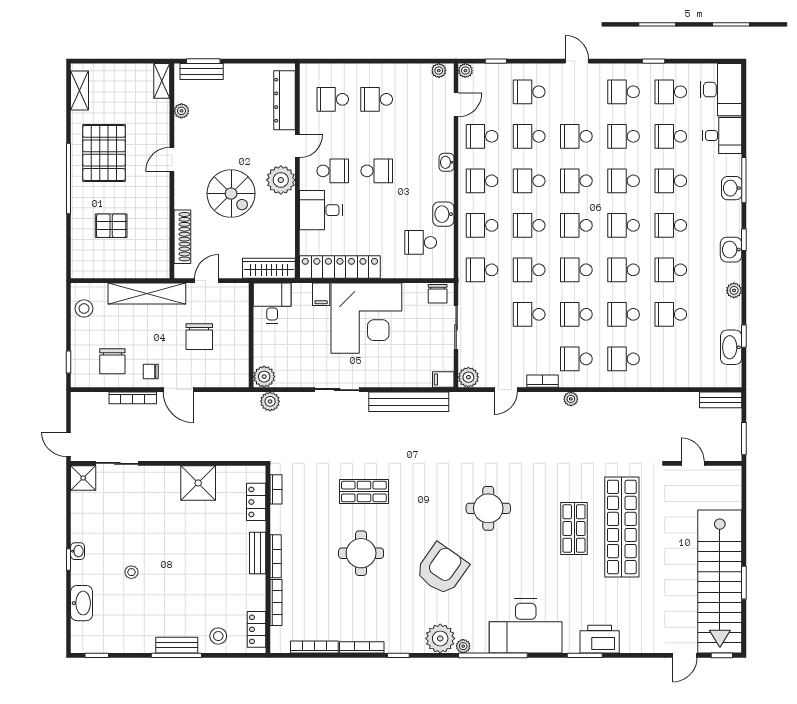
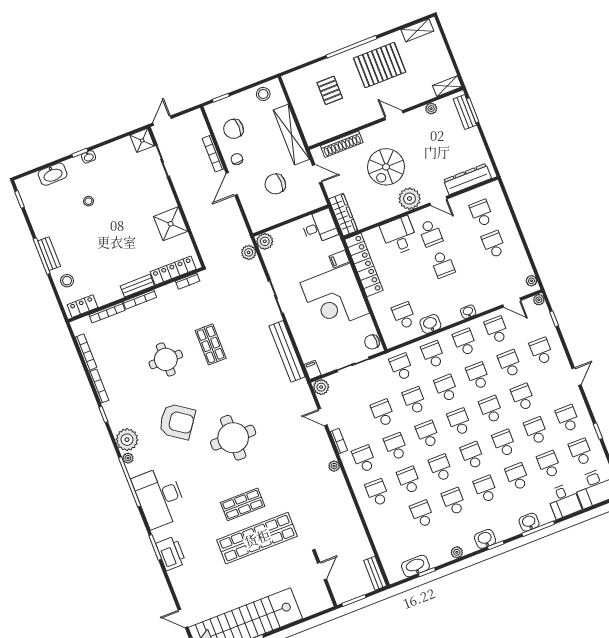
locker: (256, 502) -> (173, 270), width x1.53
round table: (488, 508) -> (233, 438), width x1.36, depth x1.36

